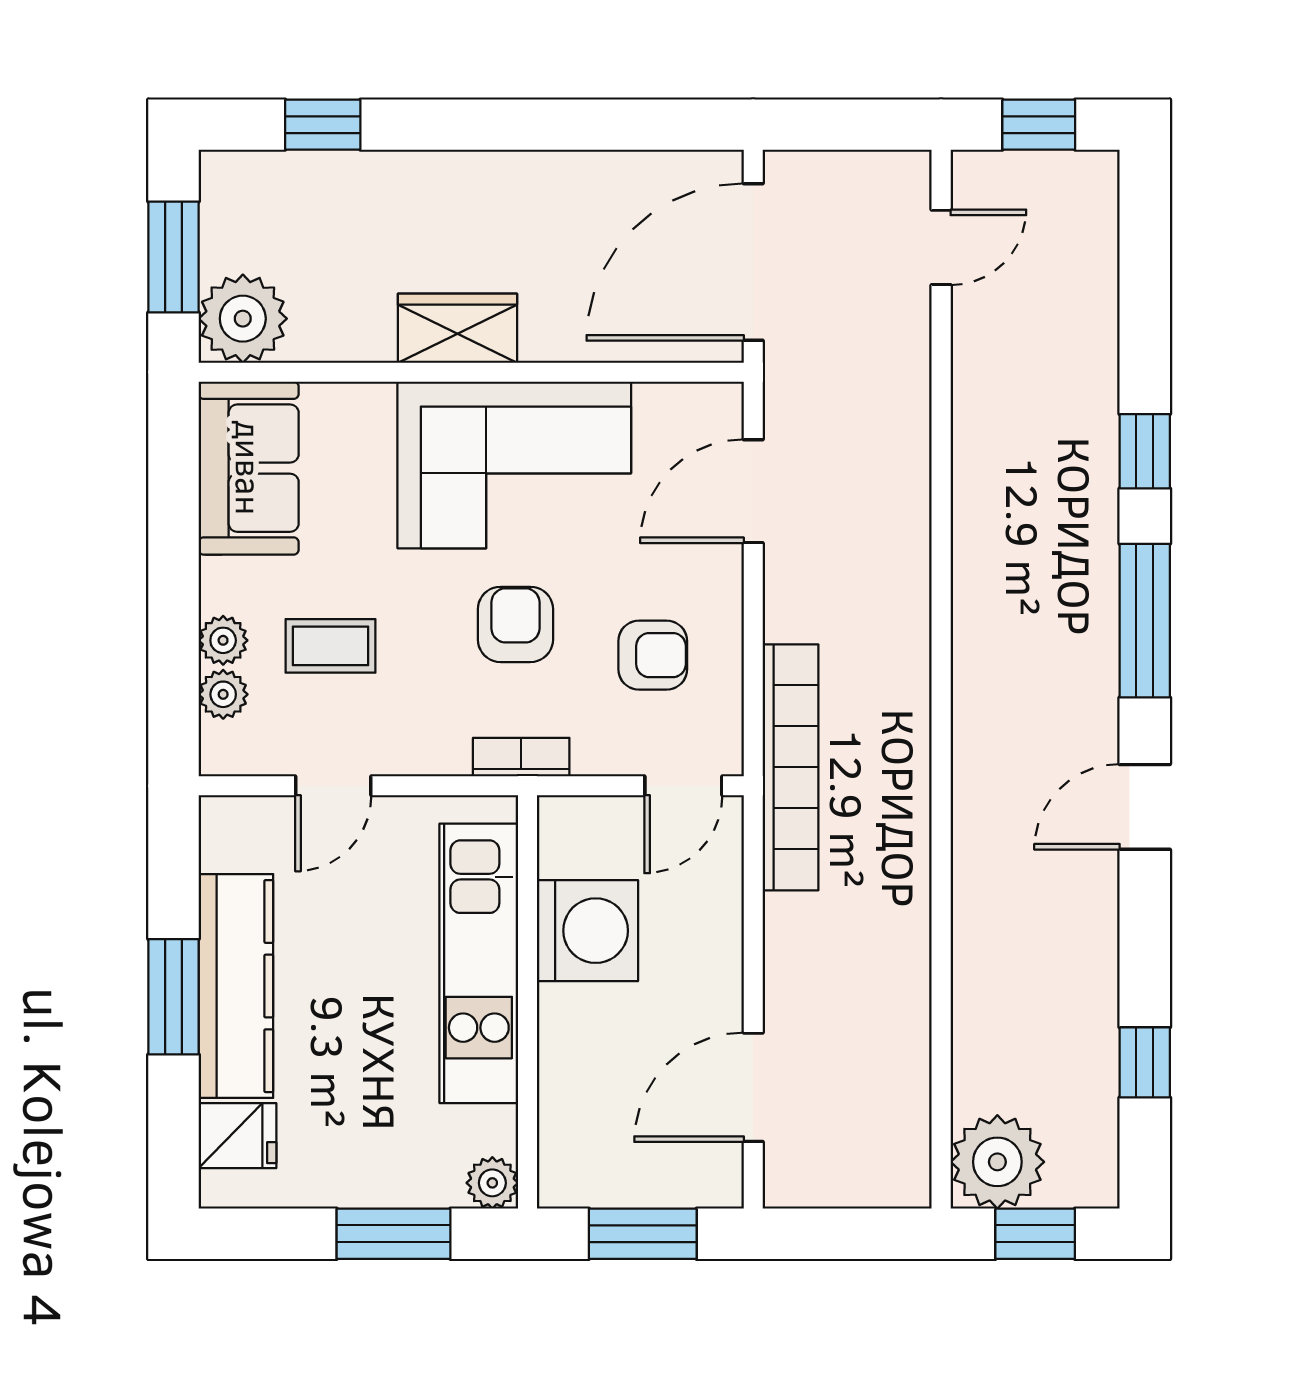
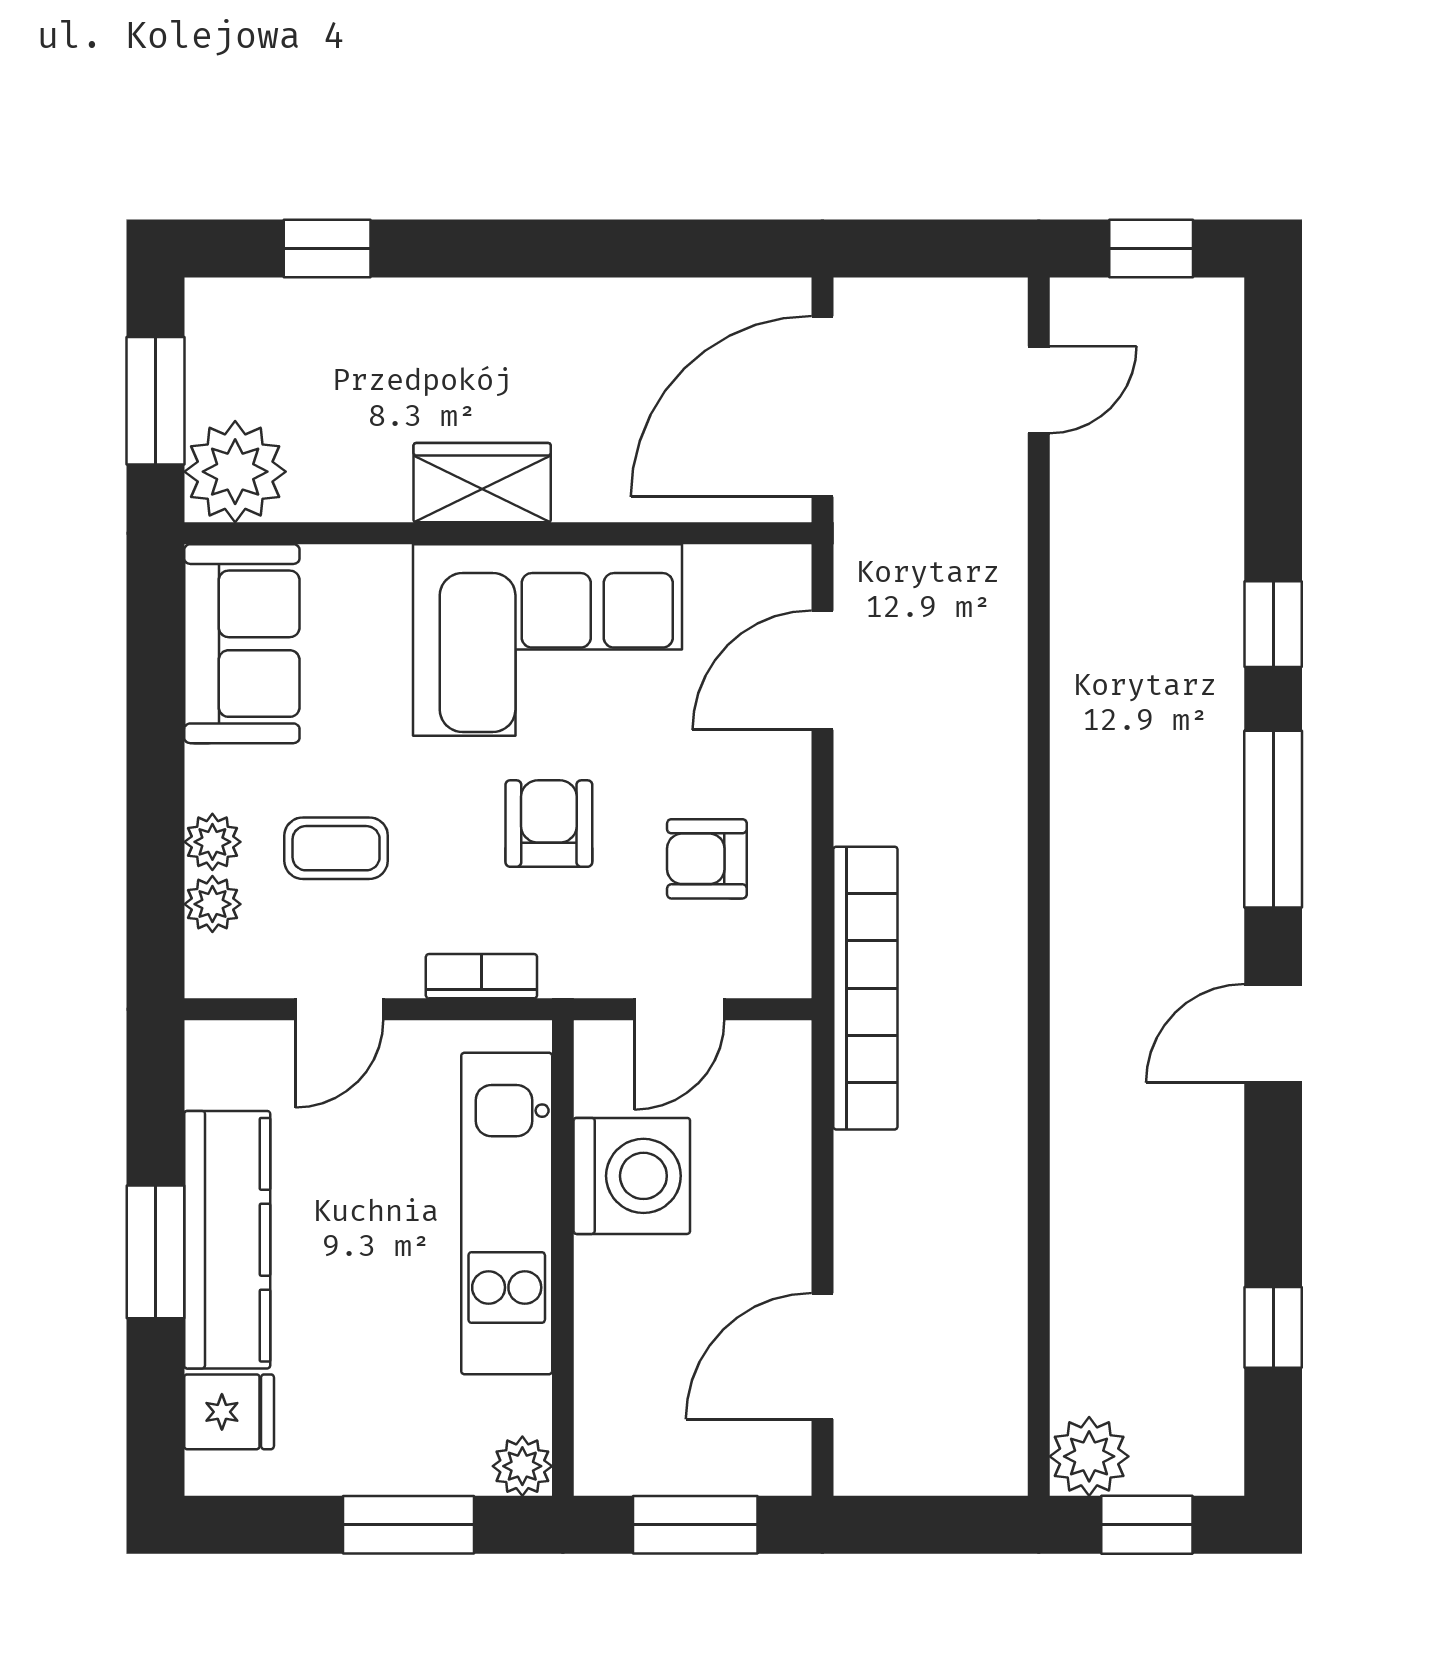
armchair: (653, 655) -> (707, 859), turned 180
bookcase: (521, 757) -> (481, 976), moved
door: (683, 786) -> (679, 1009), moved
plant: (997, 1162) -> (1089, 1456), width x0.73, depth x0.73

